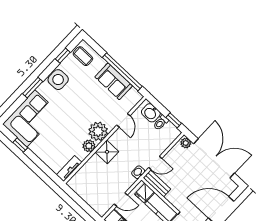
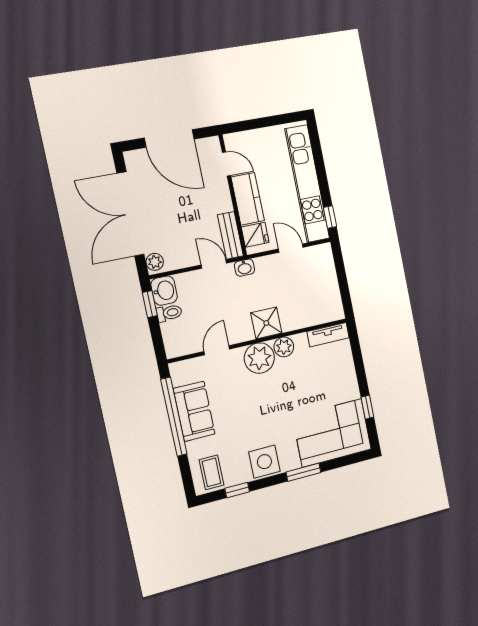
washbasin: (151, 113) -> (164, 291), moved

